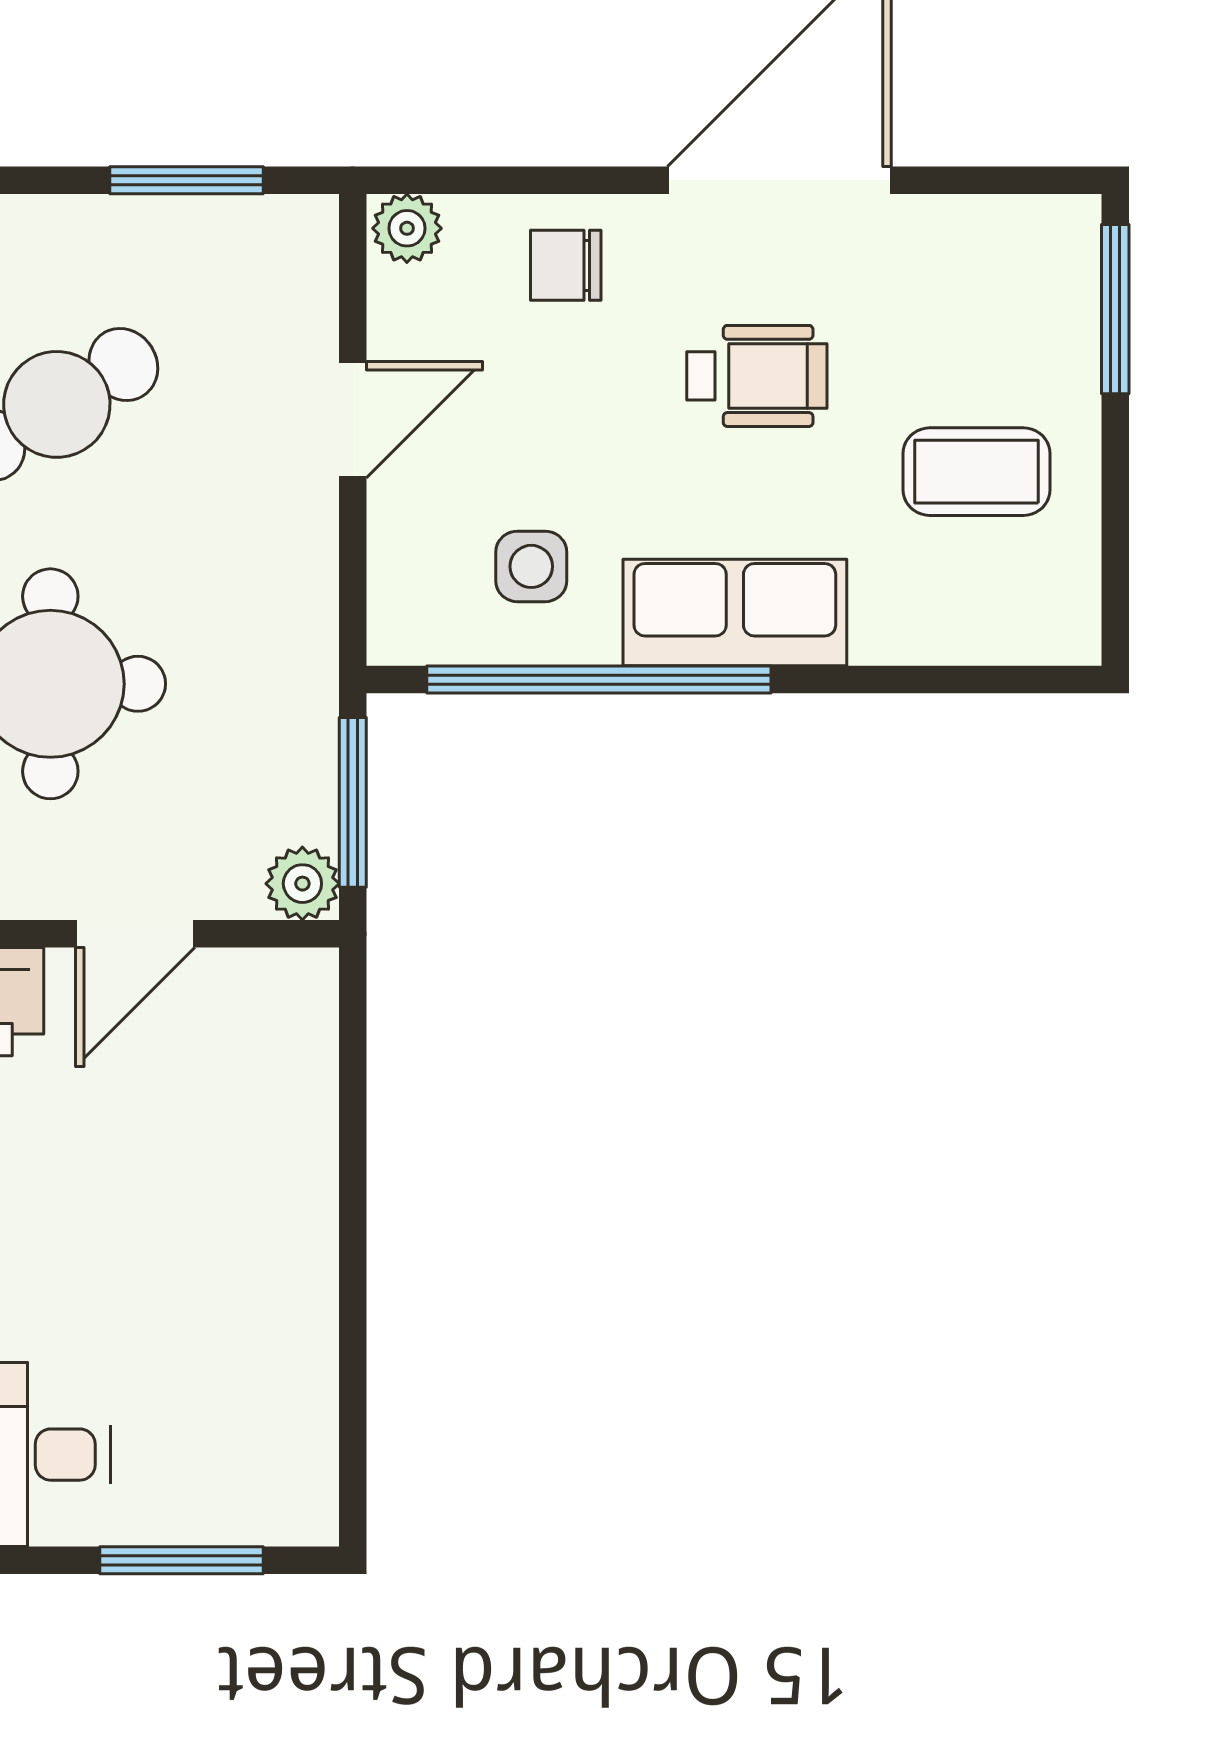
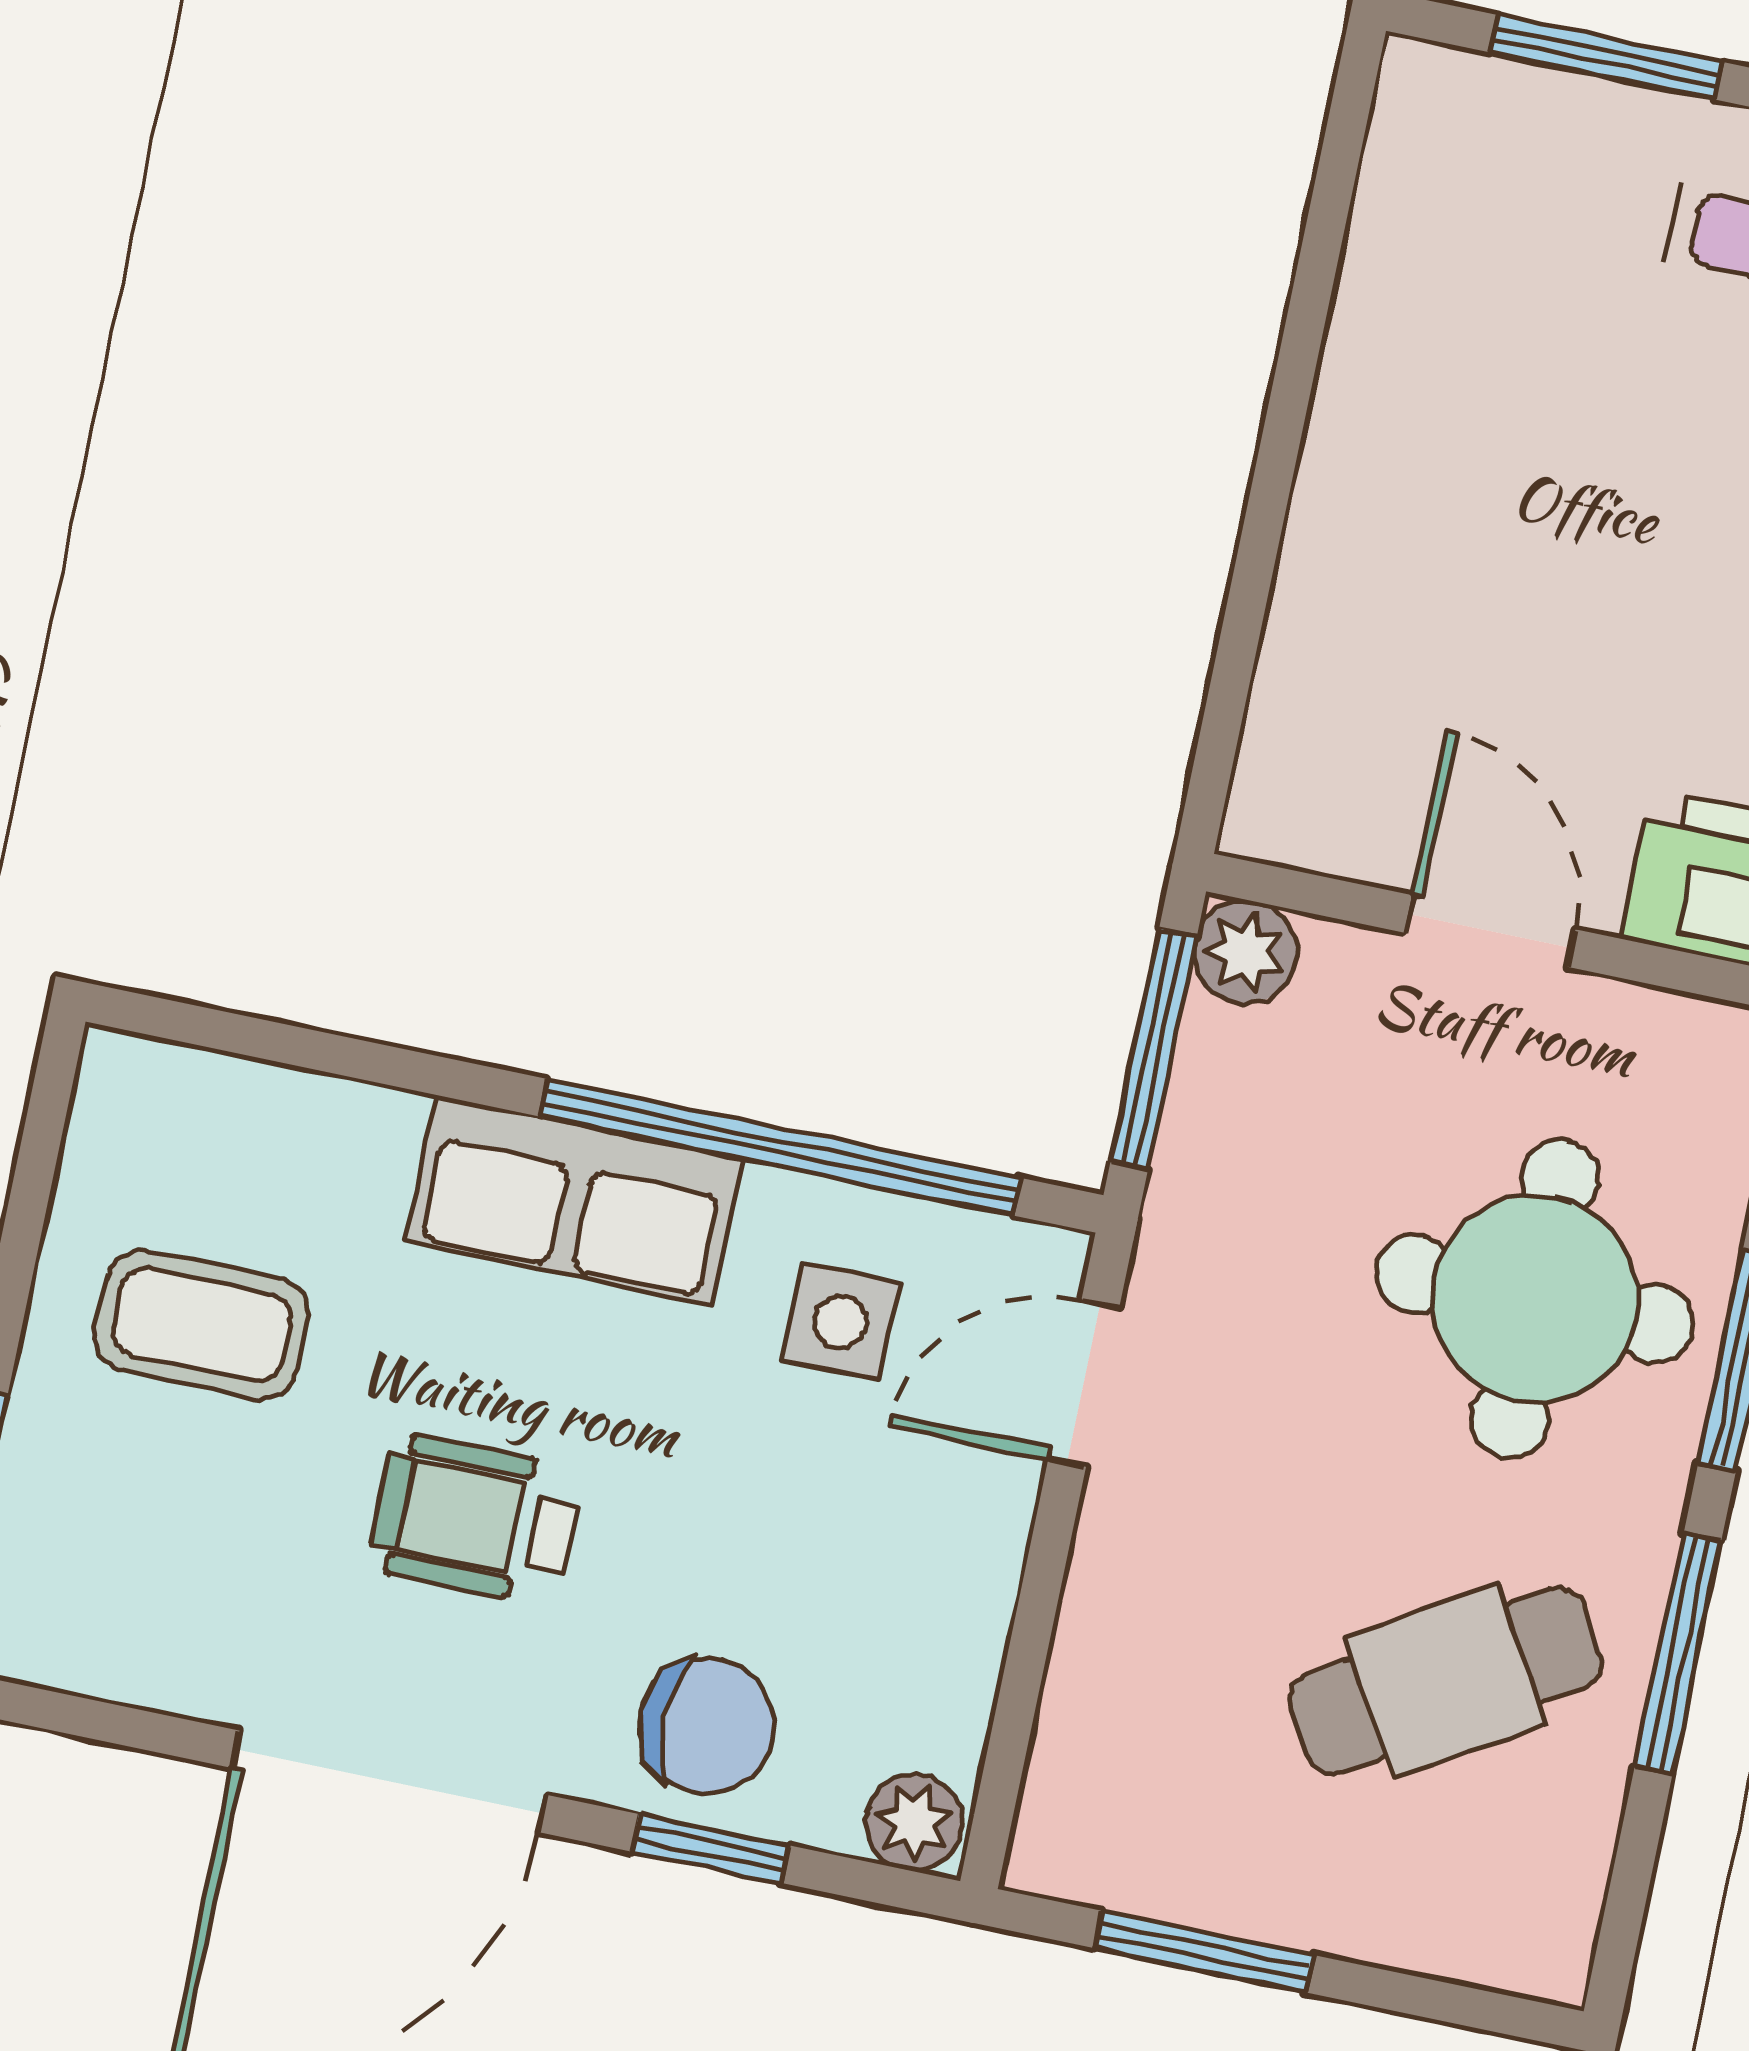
window: (545, 180) -> (710, 1848), added
chair: (566, 265) -> (707, 1726), width x1.37, depth x1.37
door: (353, 420) -> (1084, 1383), moved
door: (135, 934) -> (1490, 931), hinge flipped

